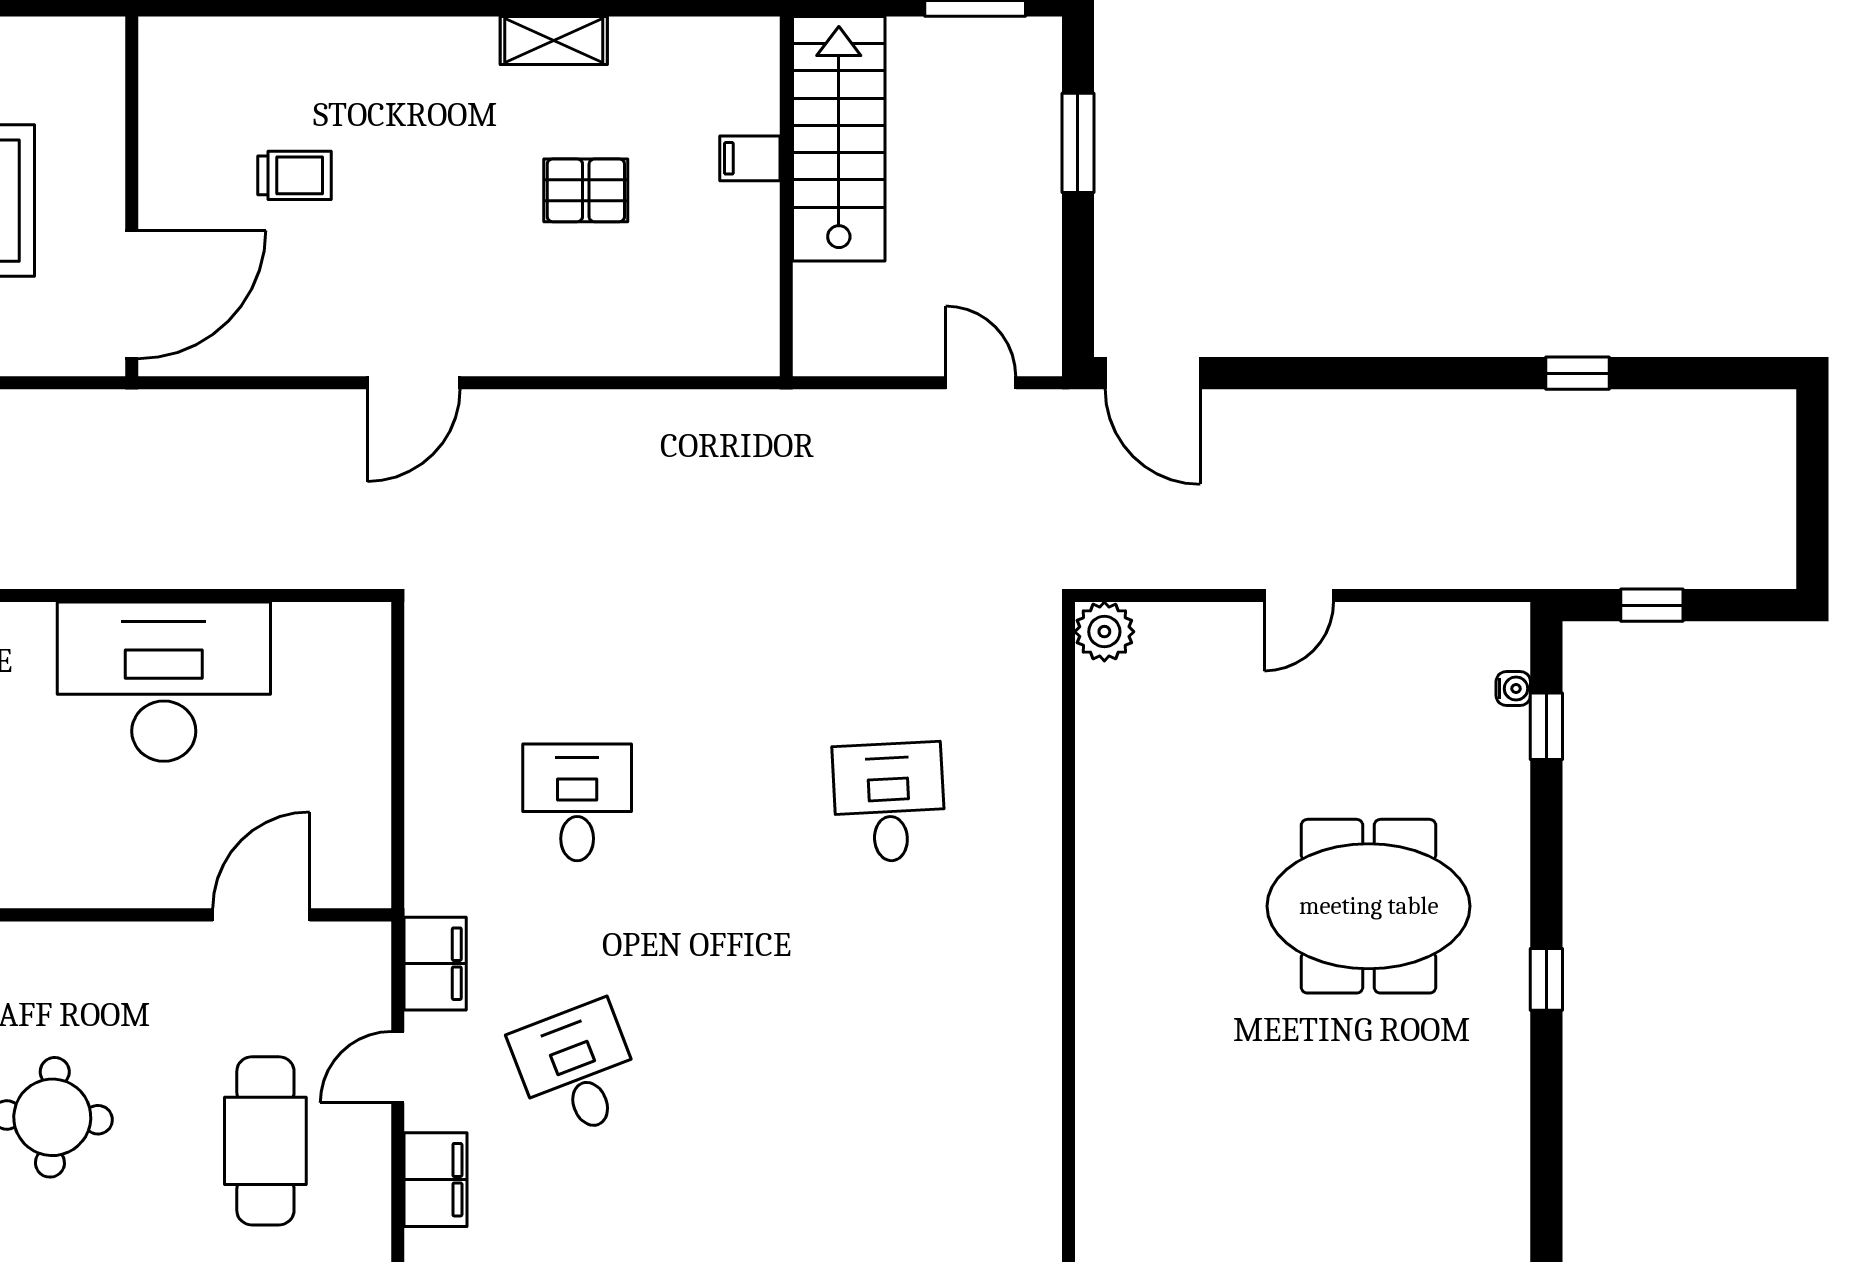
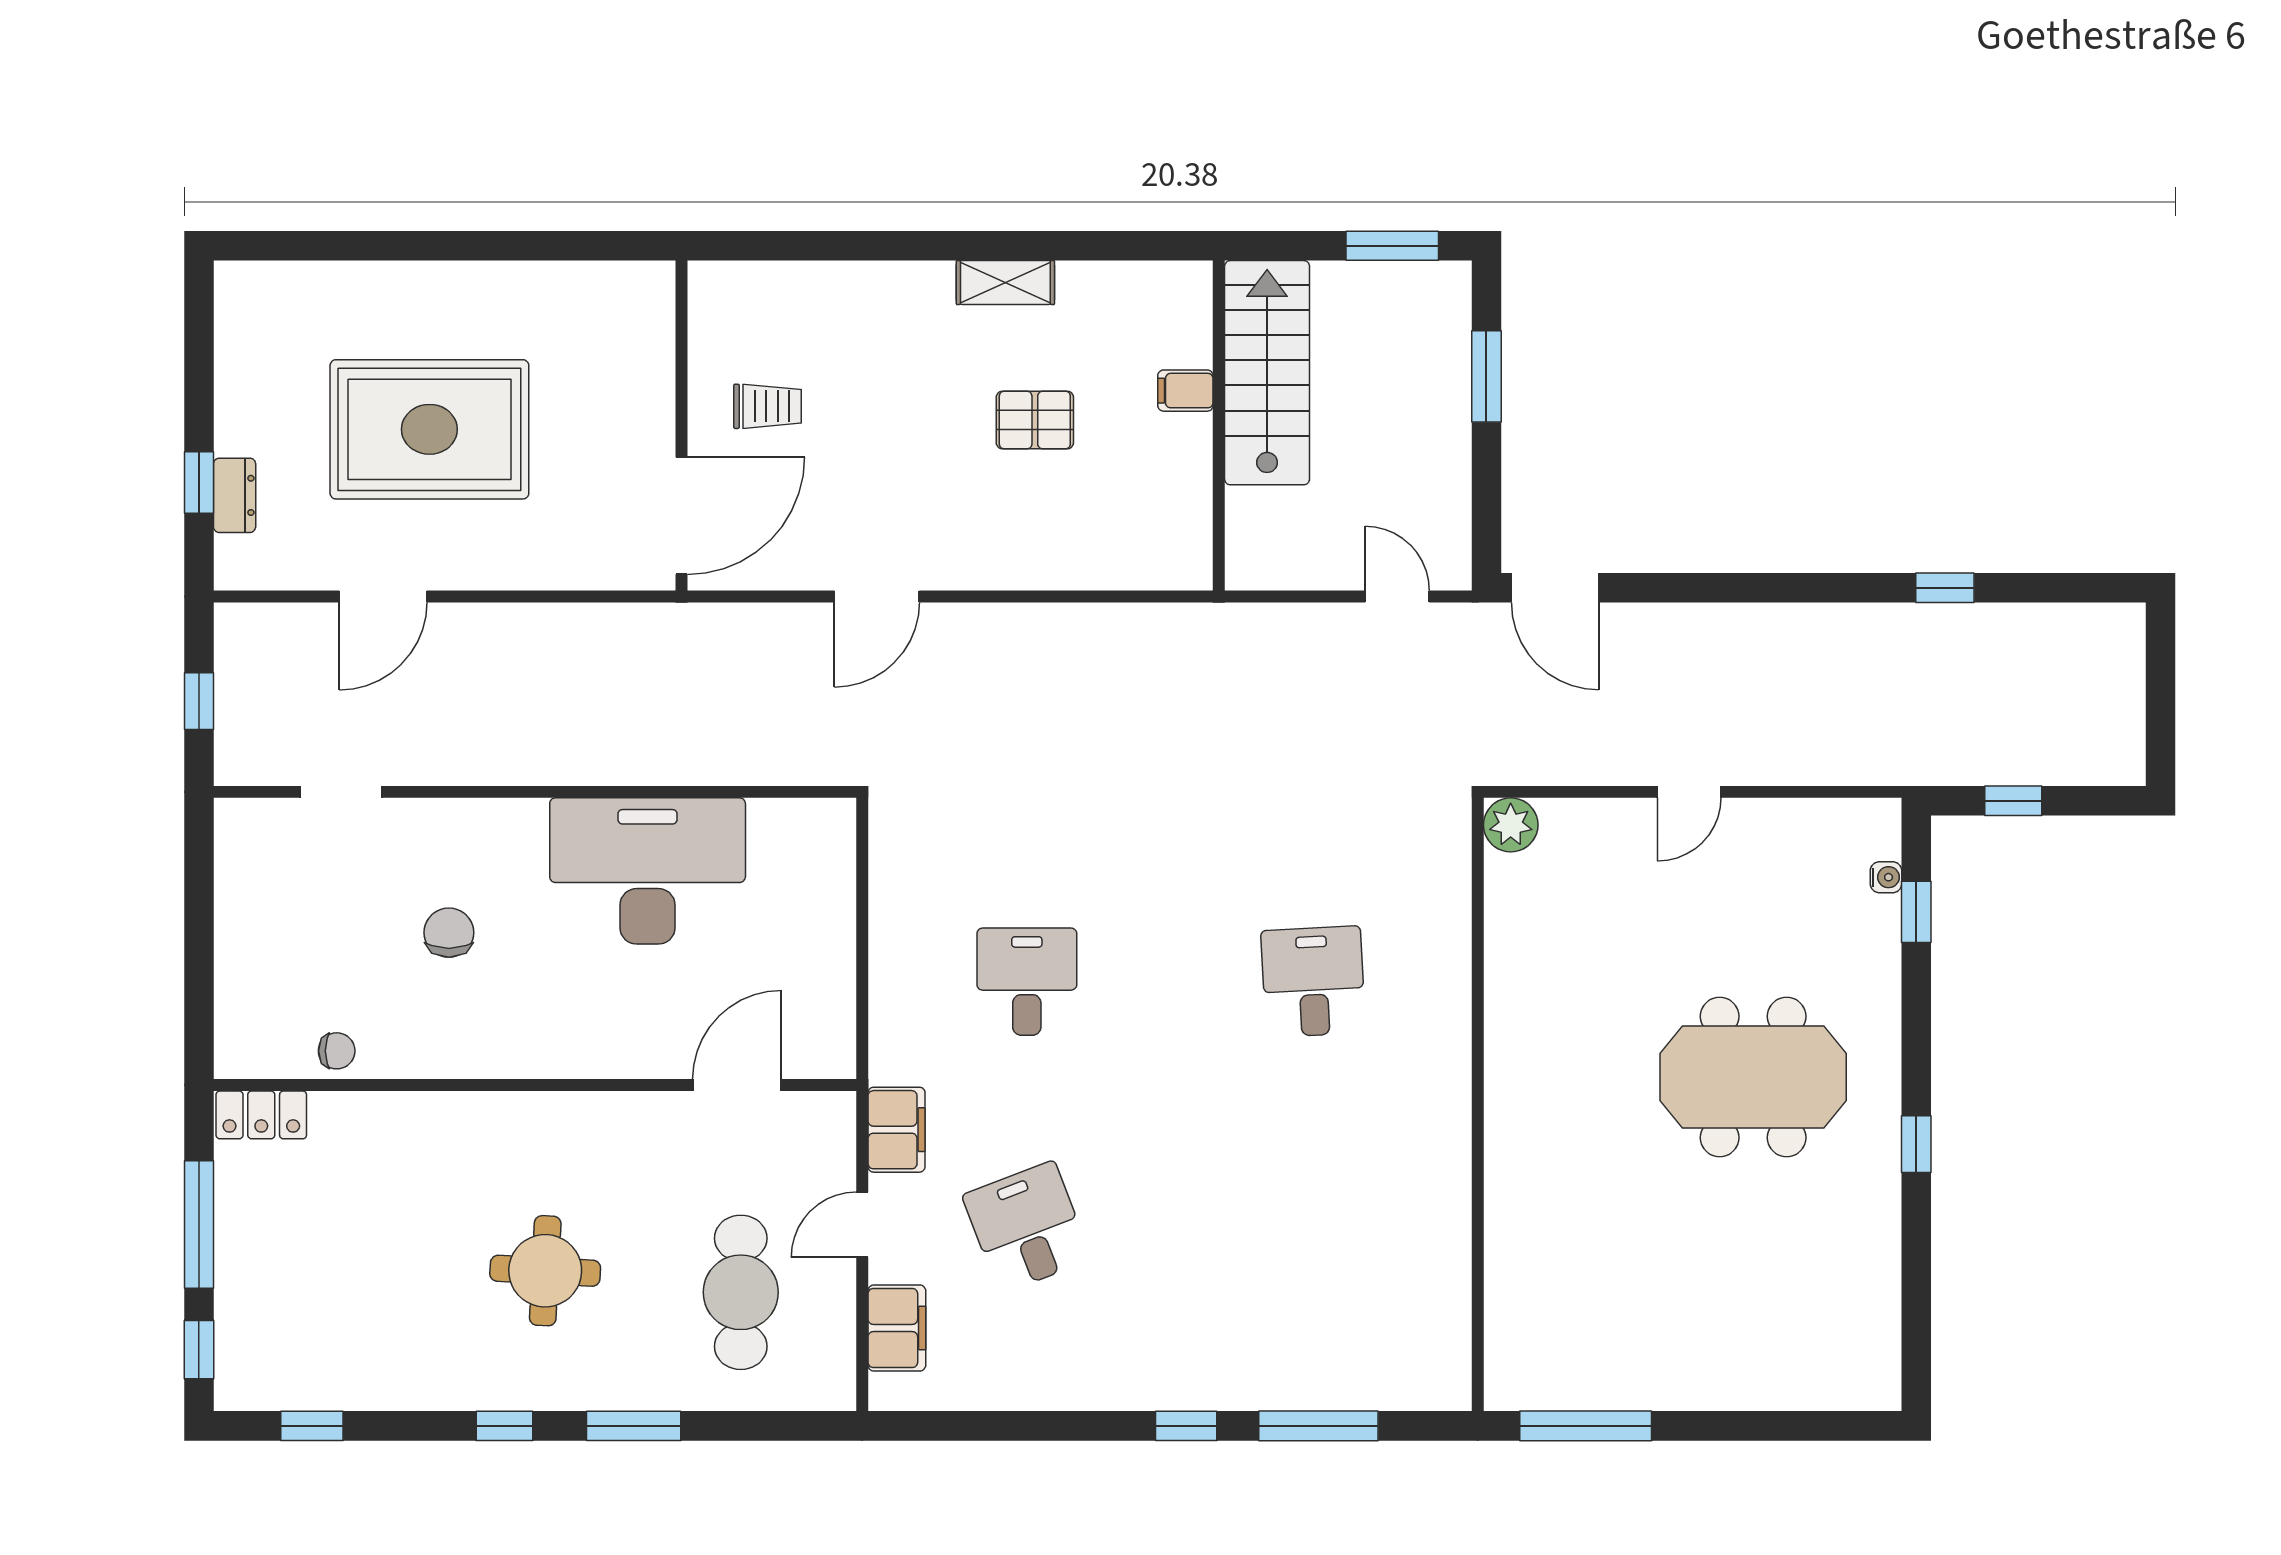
wall: (132, 196) -> (682, 426), moved
door: (132, 295) -> (682, 516), moved

